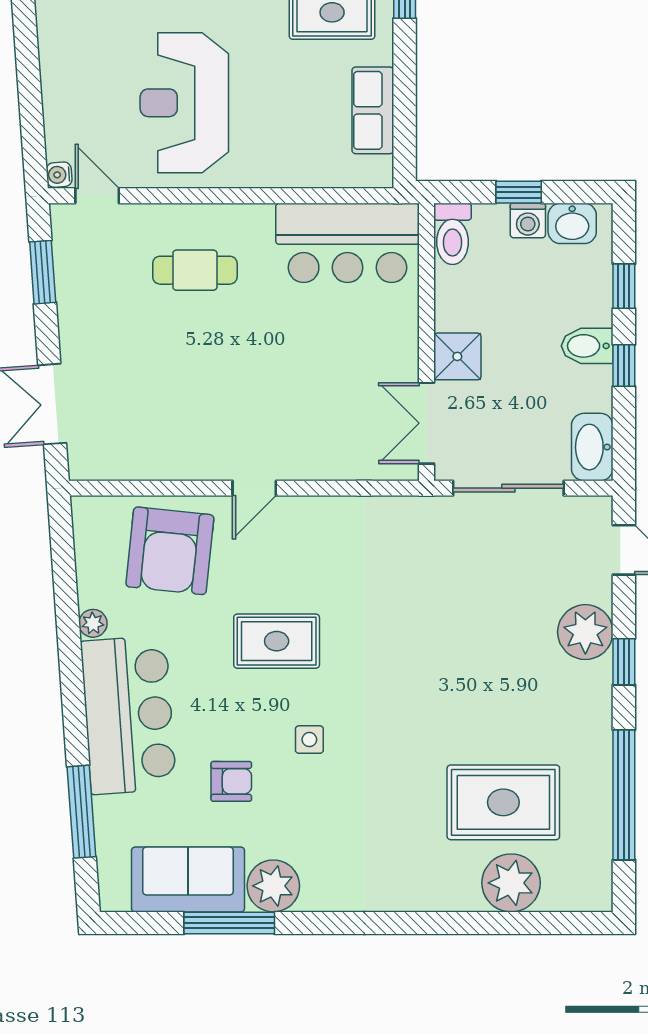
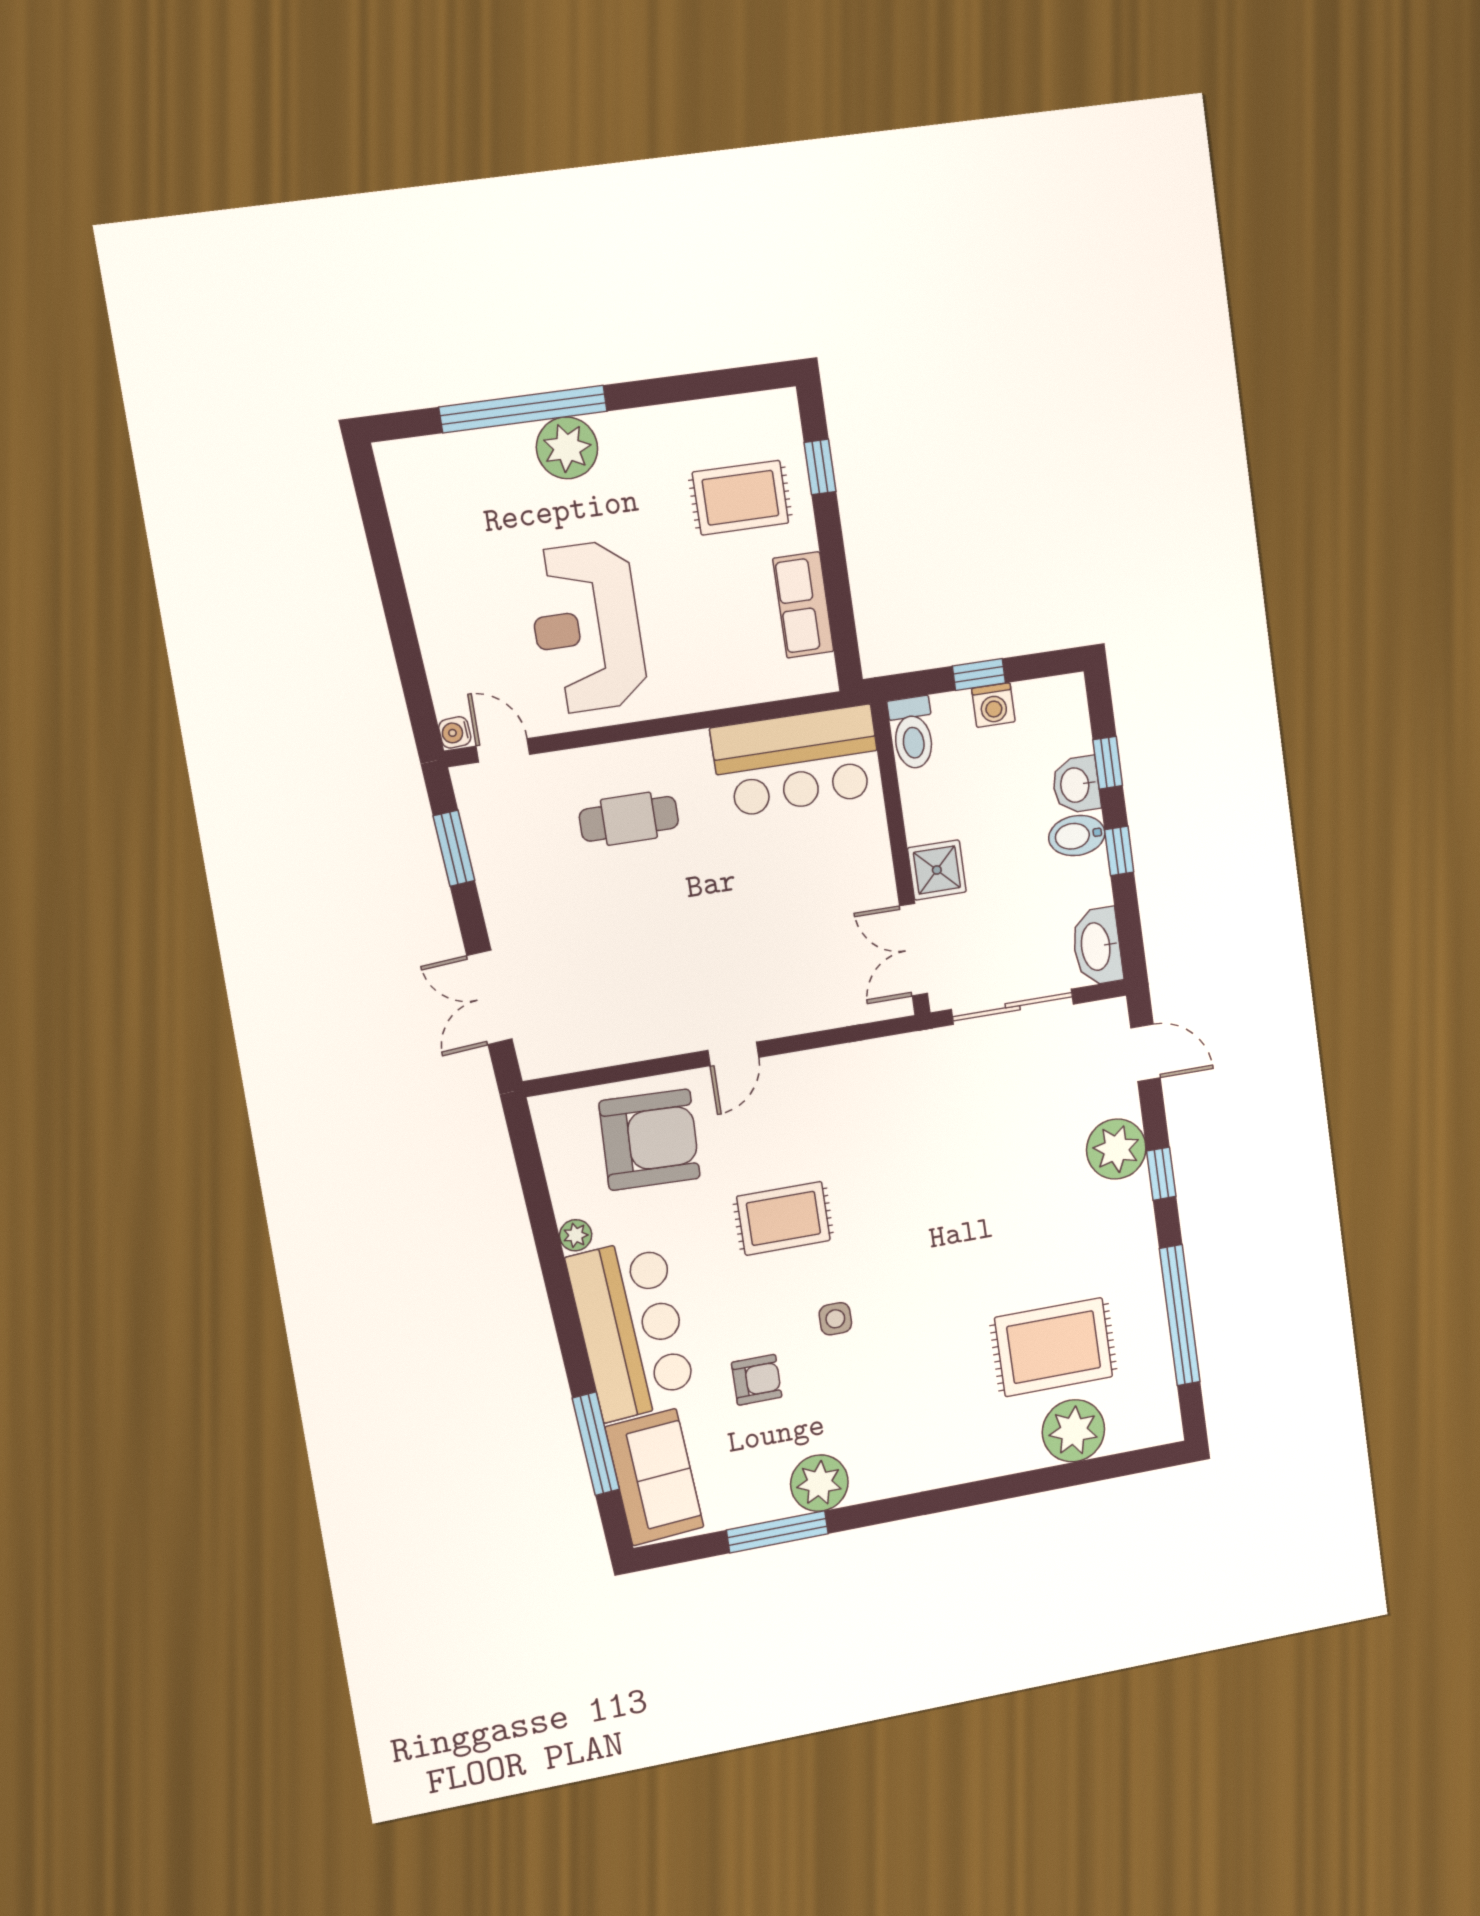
washbasin: (572, 223) -> (1076, 785), moved, turned 90
armchair: (170, 551) -> (650, 1140), turned -94
sofa: (188, 879) -> (654, 1477), moved, turned 86

